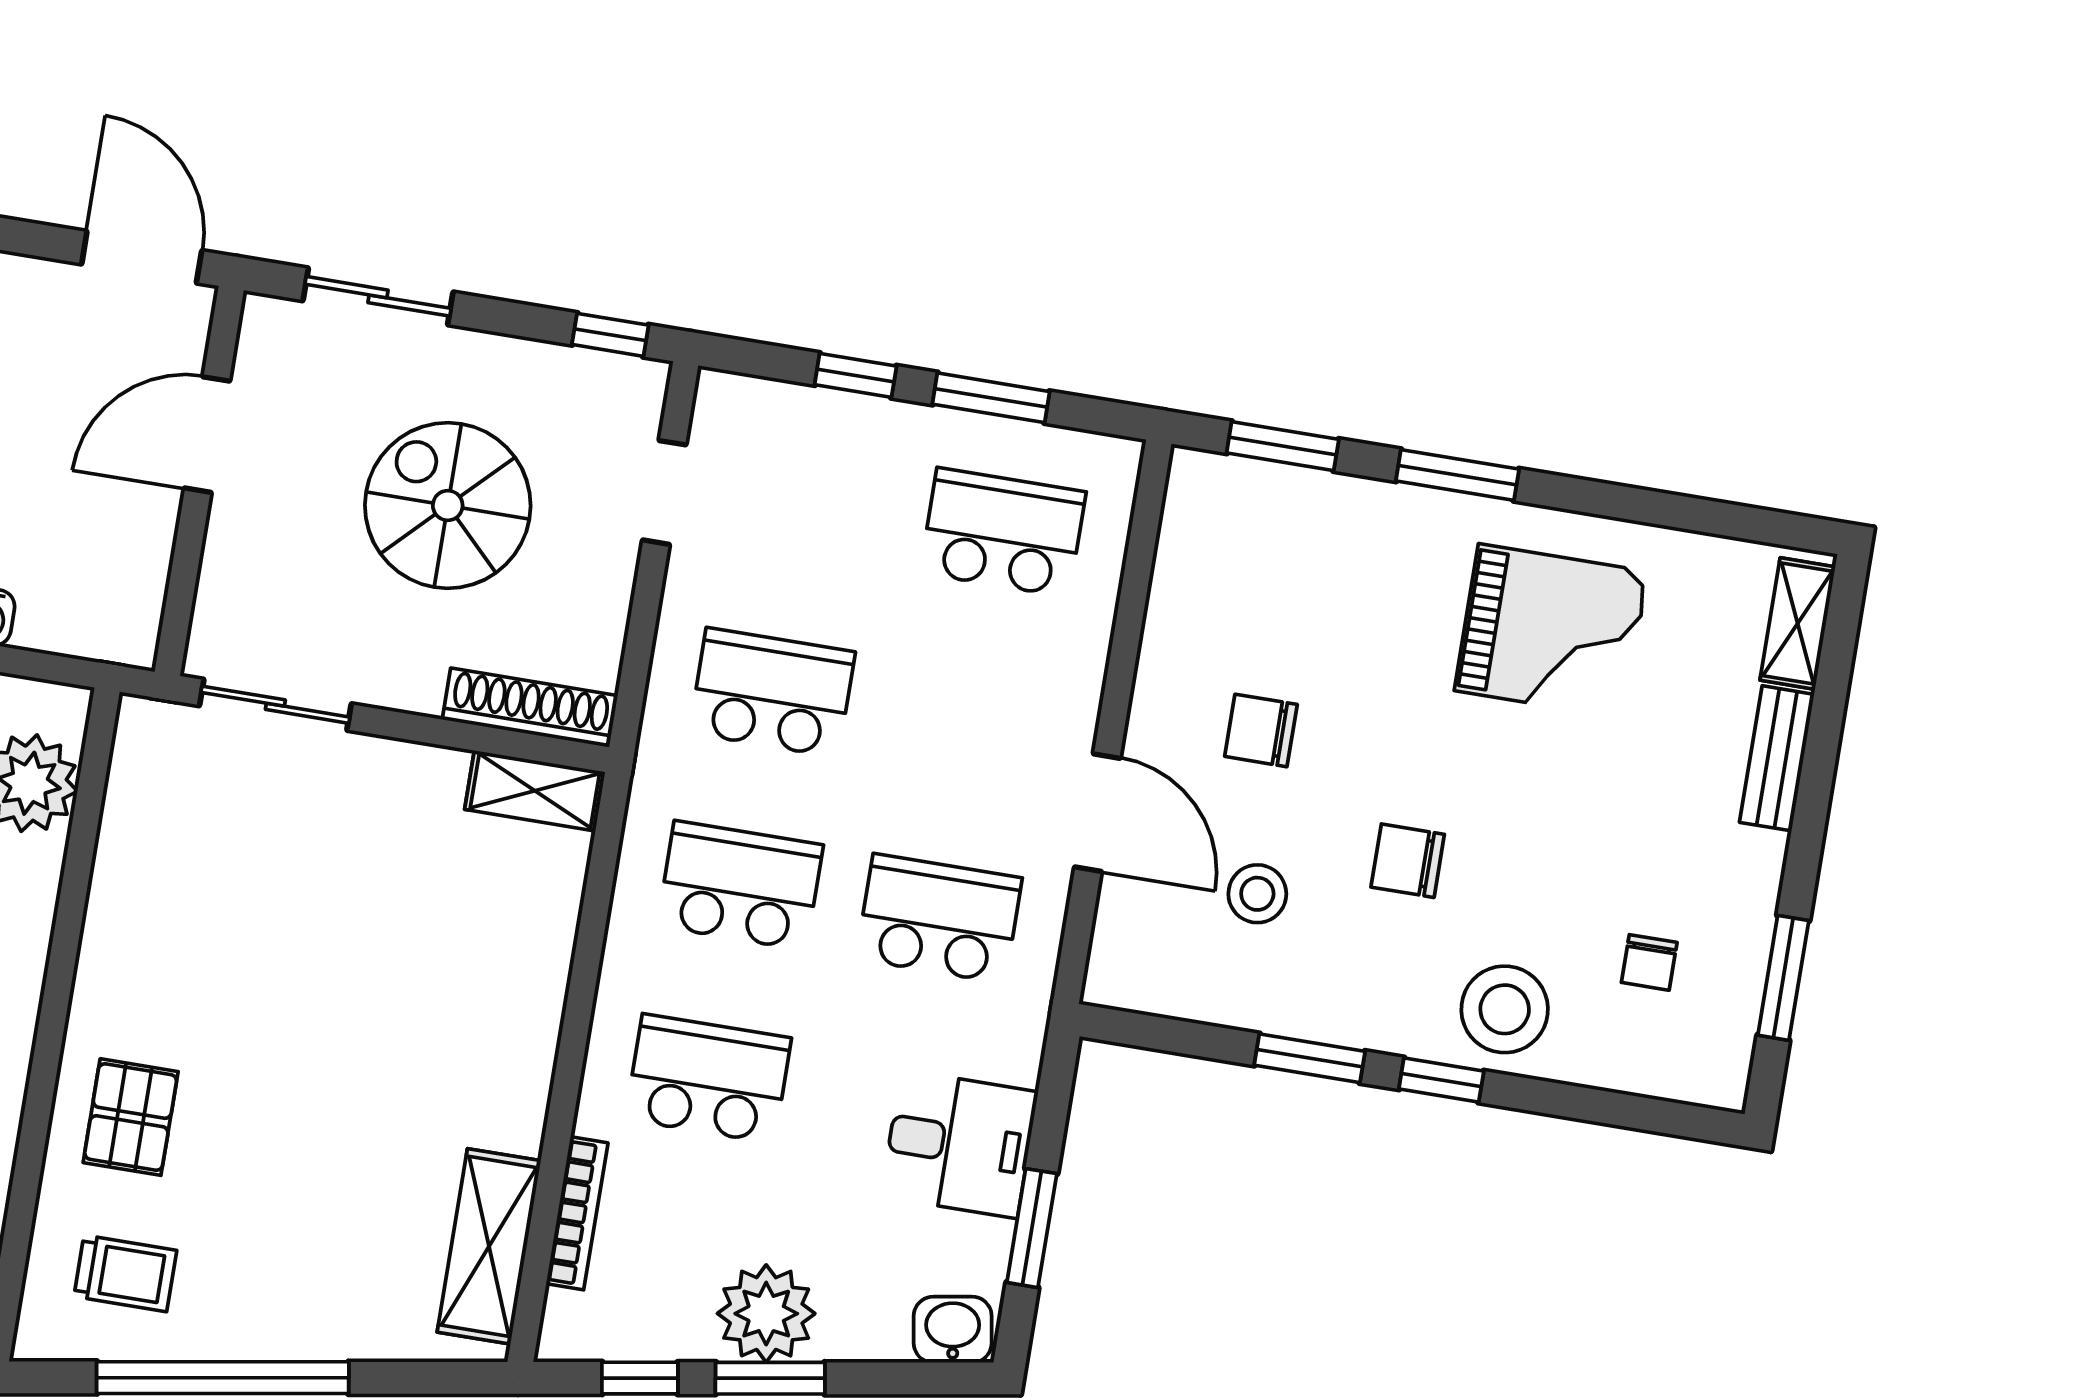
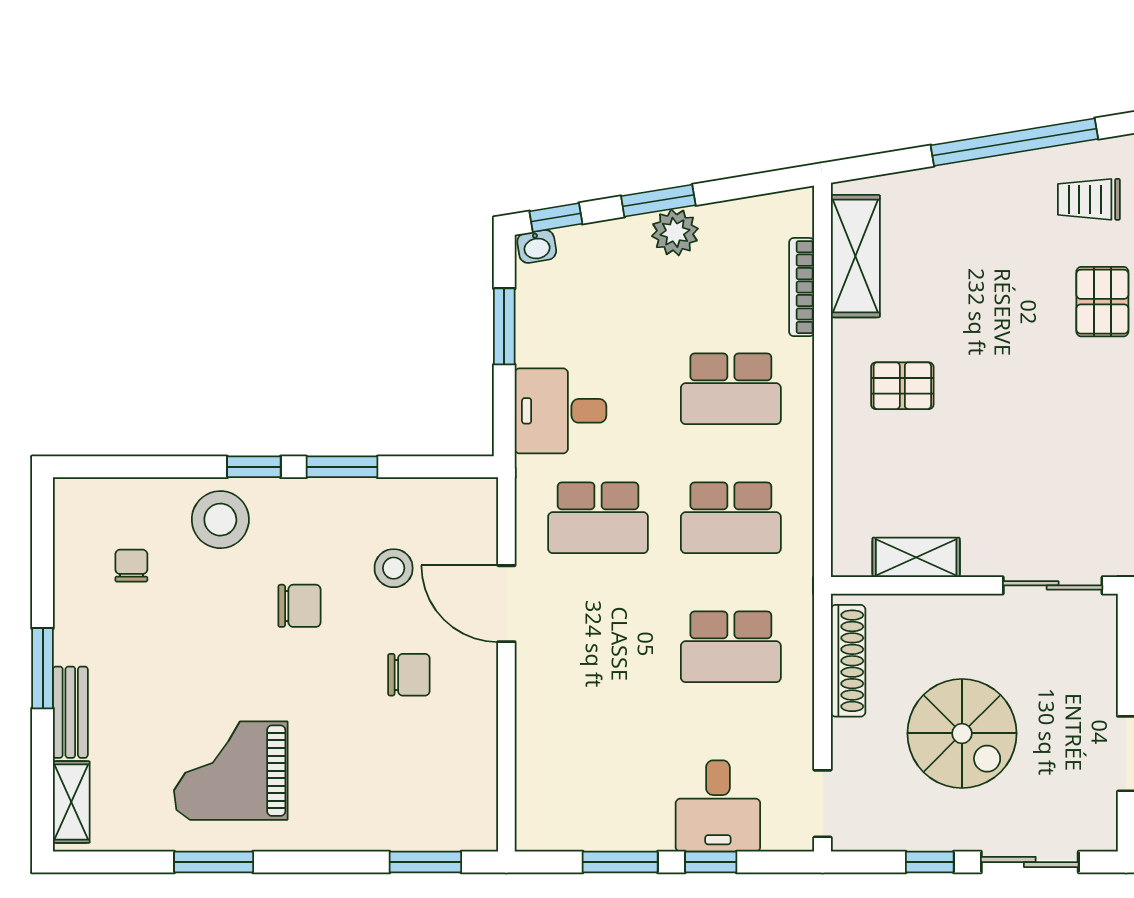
window: (610, 335) -> (930, 862), moved
desk: (831, 457) -> (718, 806), added
window: (1457, 475) -> (214, 862), moved
doorway: (664, 492) -> (823, 804), moved
school desk: (1003, 532) -> (598, 776), removed
shoe rack: (530, 708) -> (848, 661), moved, turned -90
shelving: (535, 791) -> (916, 557), moved
window: (1783, 978) -> (43, 668), moved
pallet: (451, 1041) -> (902, 386), added
desk: (959, 1144) -> (560, 411), moved
plant: (766, 1314) -> (675, 232), width x0.73, depth x0.73
washbasin: (953, 1330) -> (537, 246), width x0.72, depth x0.69
window: (640, 1378) -> (556, 217), moved

